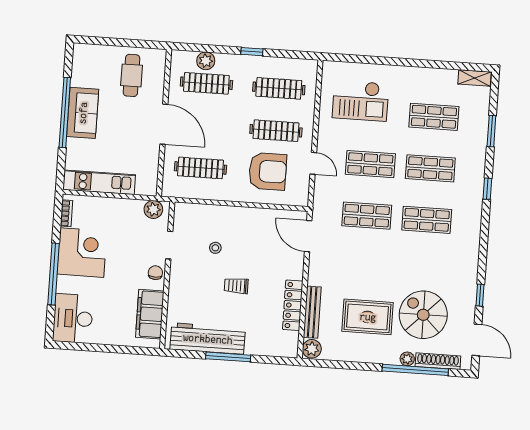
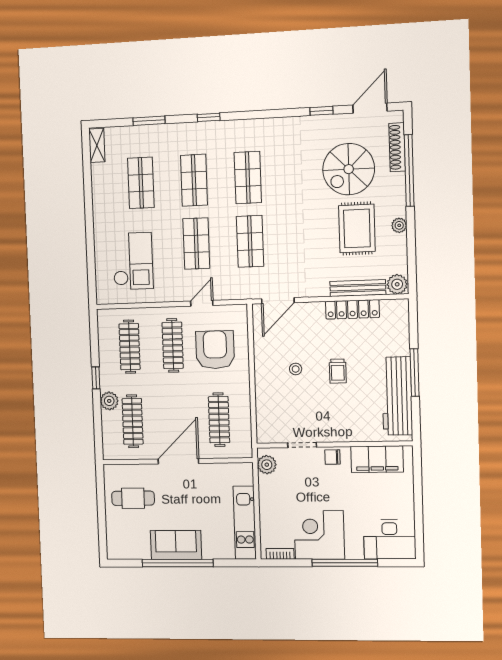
plant: (206, 61) -> (109, 401), moved
stool: (215, 248) -> (296, 369), moved
plant: (407, 359) -> (399, 225), moved

